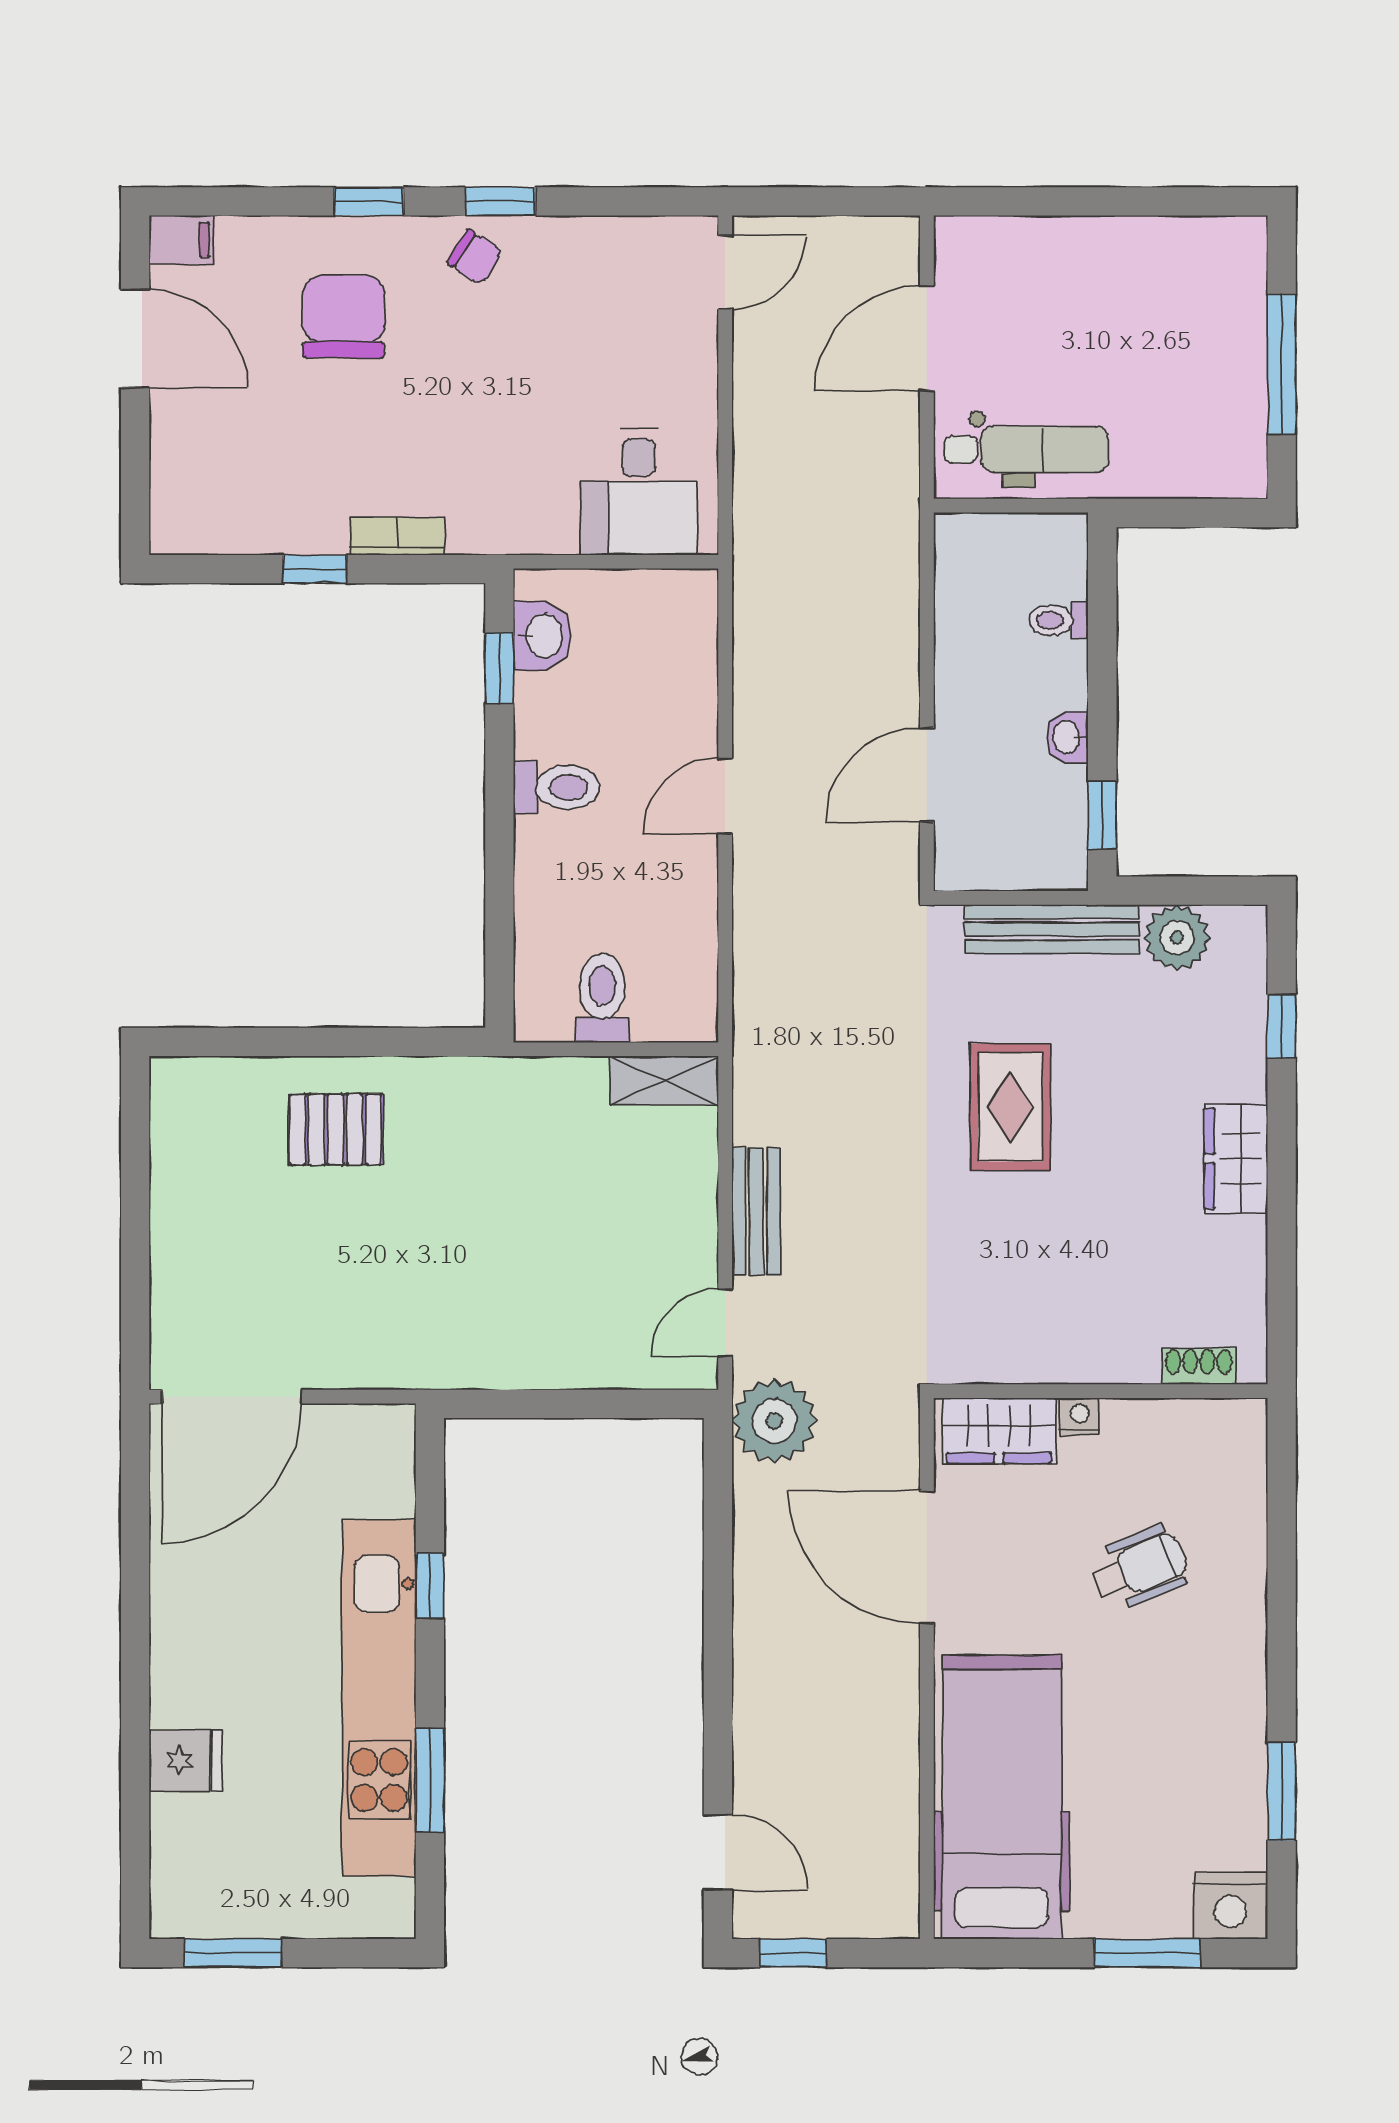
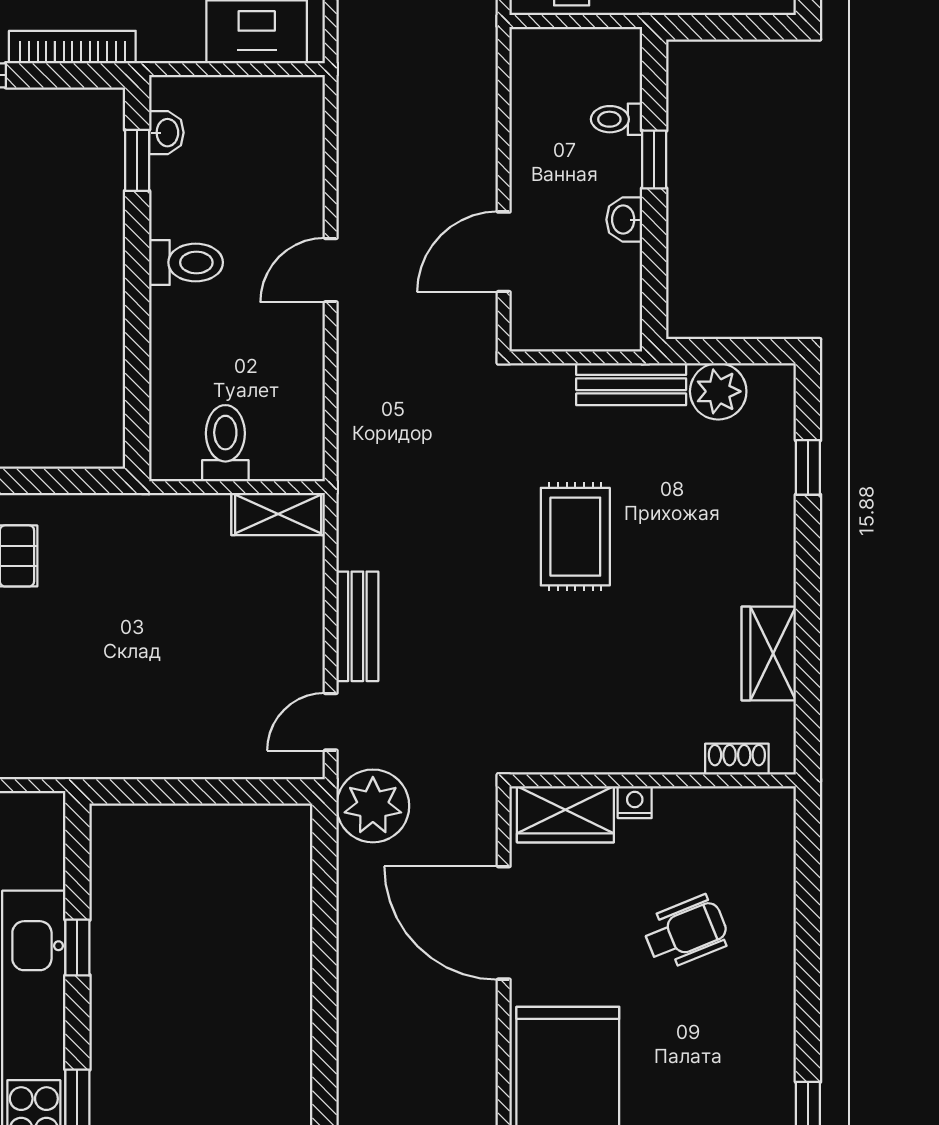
bookcase: (397, 536) -> (72, 47), width x1.56
washbasin: (543, 636) -> (166, 133), width x0.72, depth x0.69
window: (1102, 815) -> (654, 160), moved
bench: (1052, 929) -> (631, 384), width x0.73
wardrobe: (1236, 1159) -> (769, 654), moved

